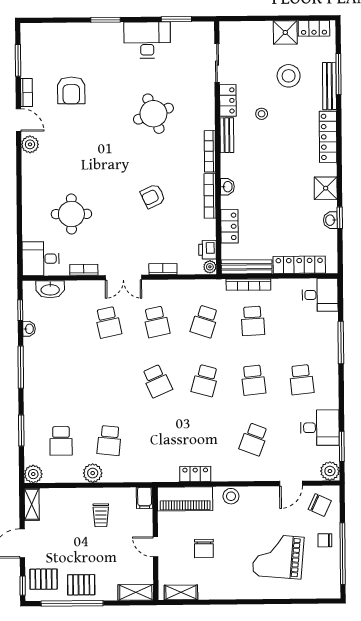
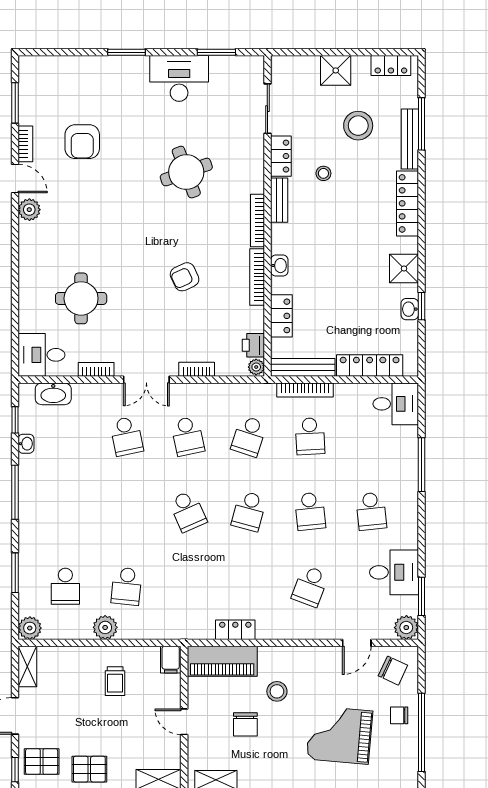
shower: (285, 32) -> (336, 70), moved
stool: (231, 496) -> (277, 691), moved

